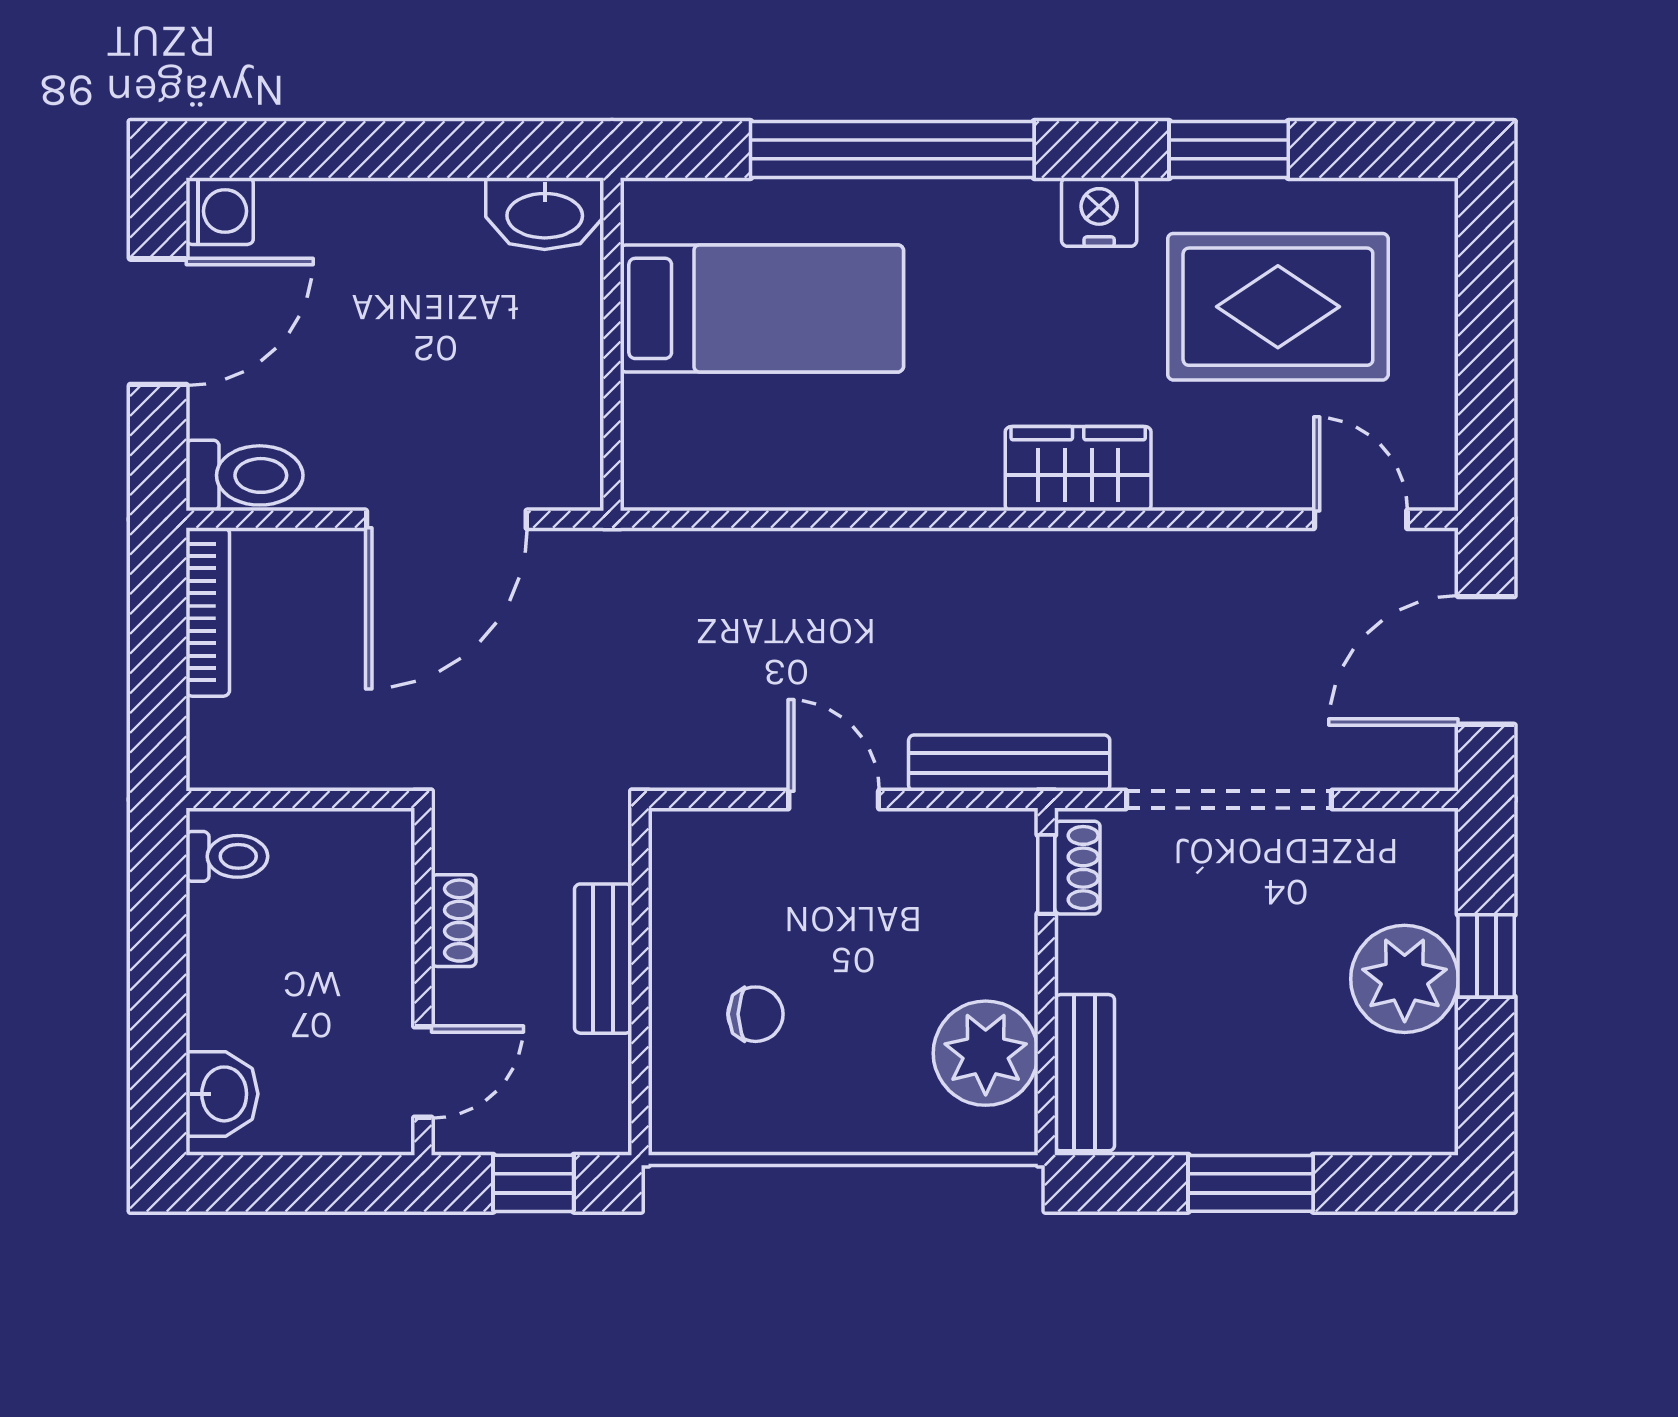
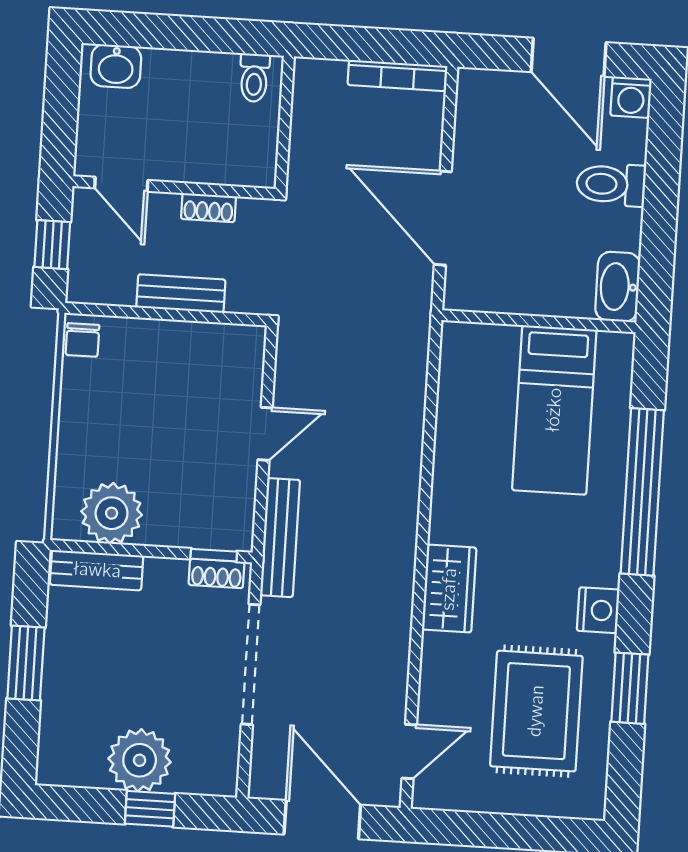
toilet: (245, 475) -> (611, 184), moved, turned 90
chair: (756, 1014) -> (82, 340), moved

